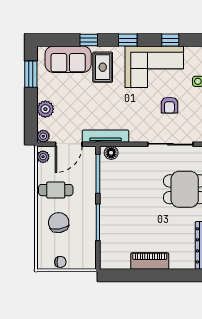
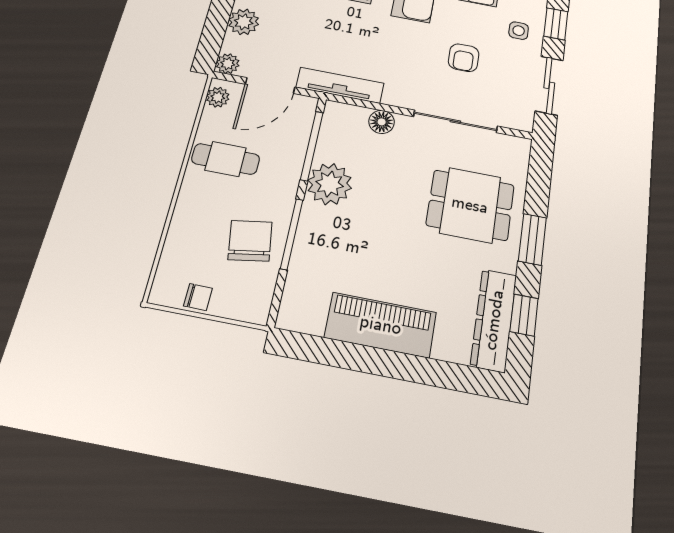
floor lamp: (111, 153) -> (382, 122), moved
plant: (111, 193) -> (330, 184), added
chair: (59, 223) -> (250, 241), moved
piano: (150, 261) -> (381, 325), width x1.37, depth x1.33

